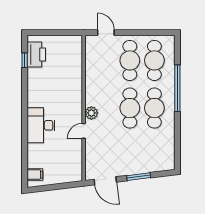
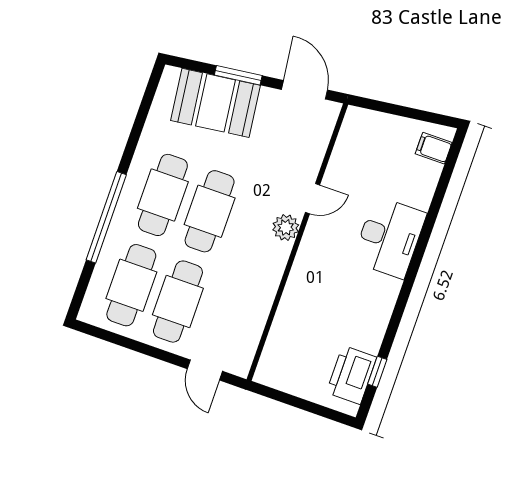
booth: (145, 160) -> (216, 103), added

